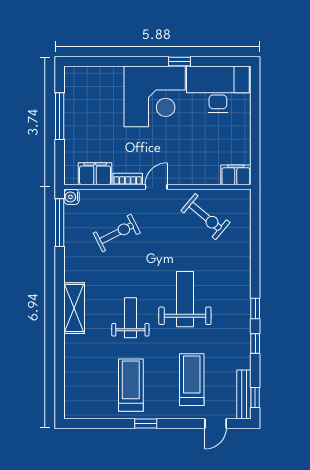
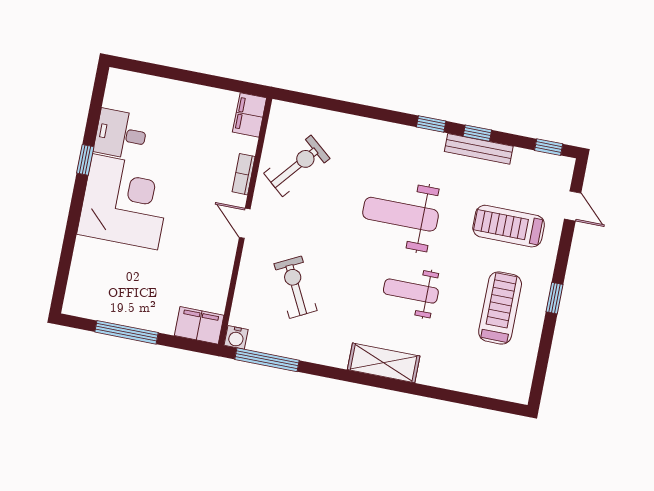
desk: (218, 89) -> (121, 134), width x0.53, depth x0.77
filing cabinet: (95, 174) -> (199, 325), moved, turned 90
bookcase: (128, 179) -> (244, 174), moved
treadmill: (131, 385) -> (500, 308), turned 90
bench: (244, 394) -> (479, 149), moved

